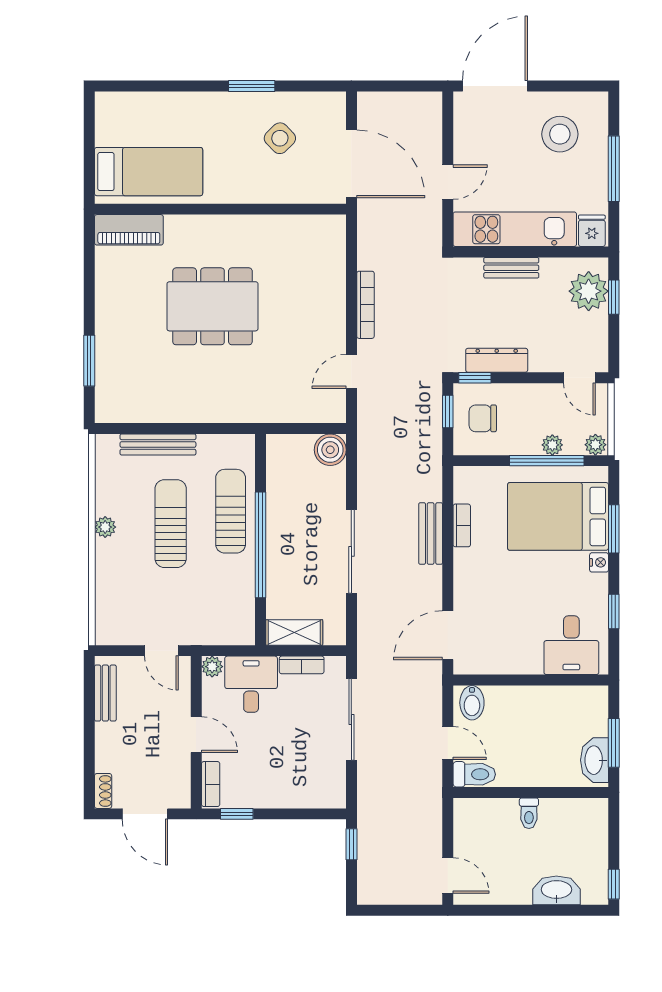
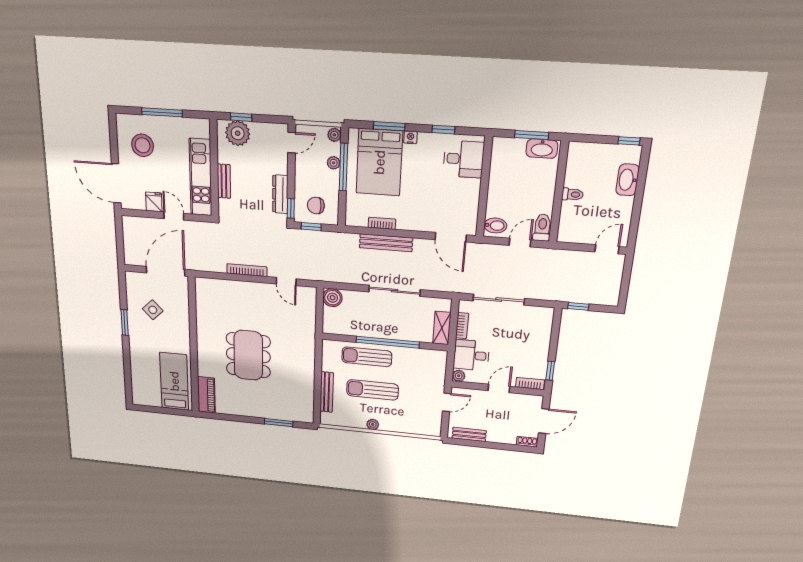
fridge: (592, 231) -> (154, 202), moved, turned 90
chair: (483, 418) -> (316, 205), turned 90
bench: (431, 534) -> (386, 243), width x1.36

